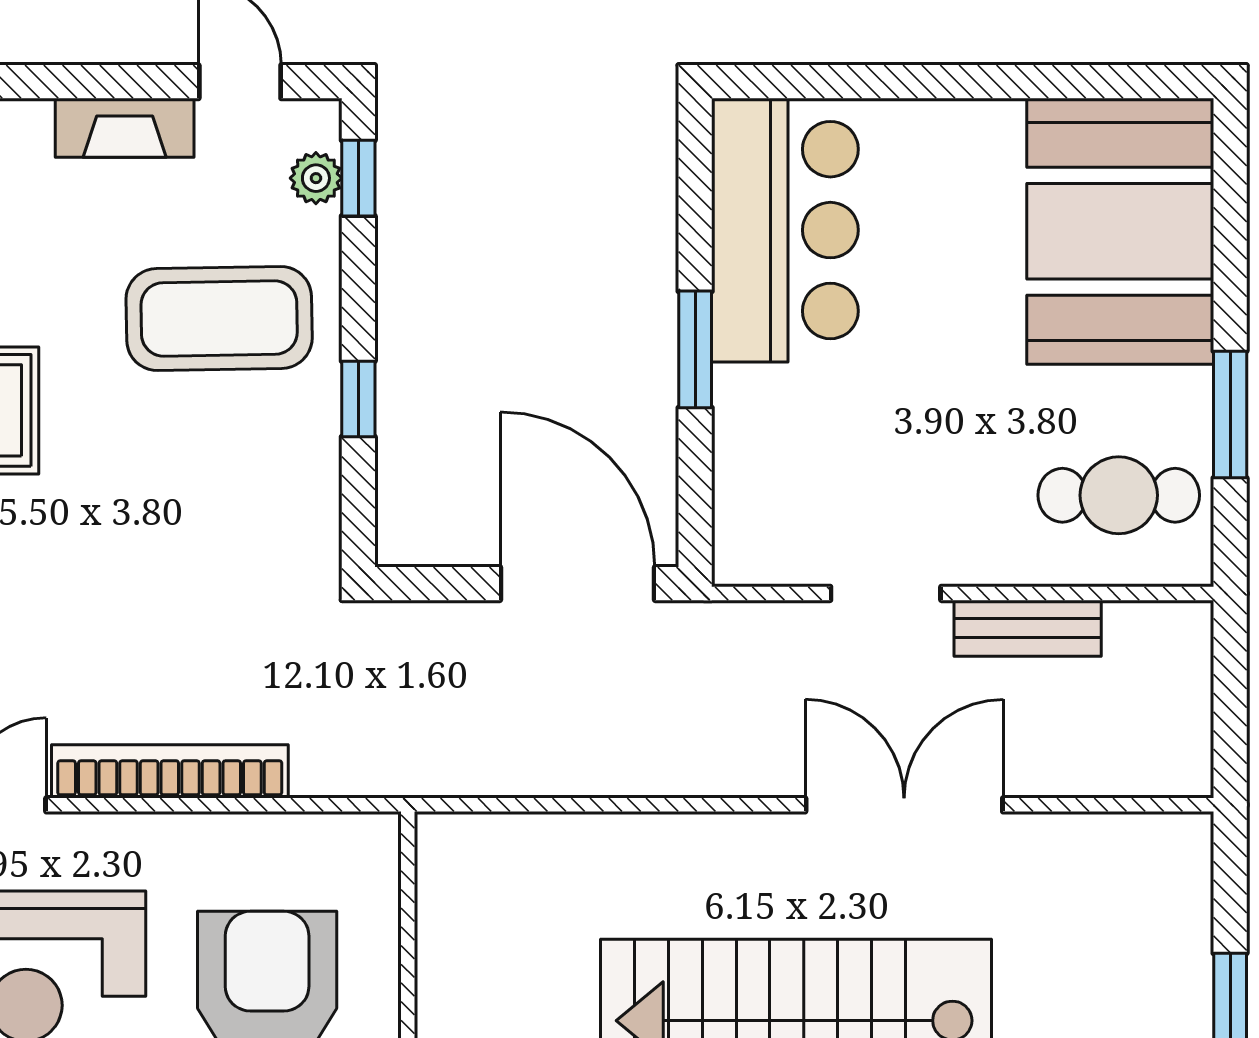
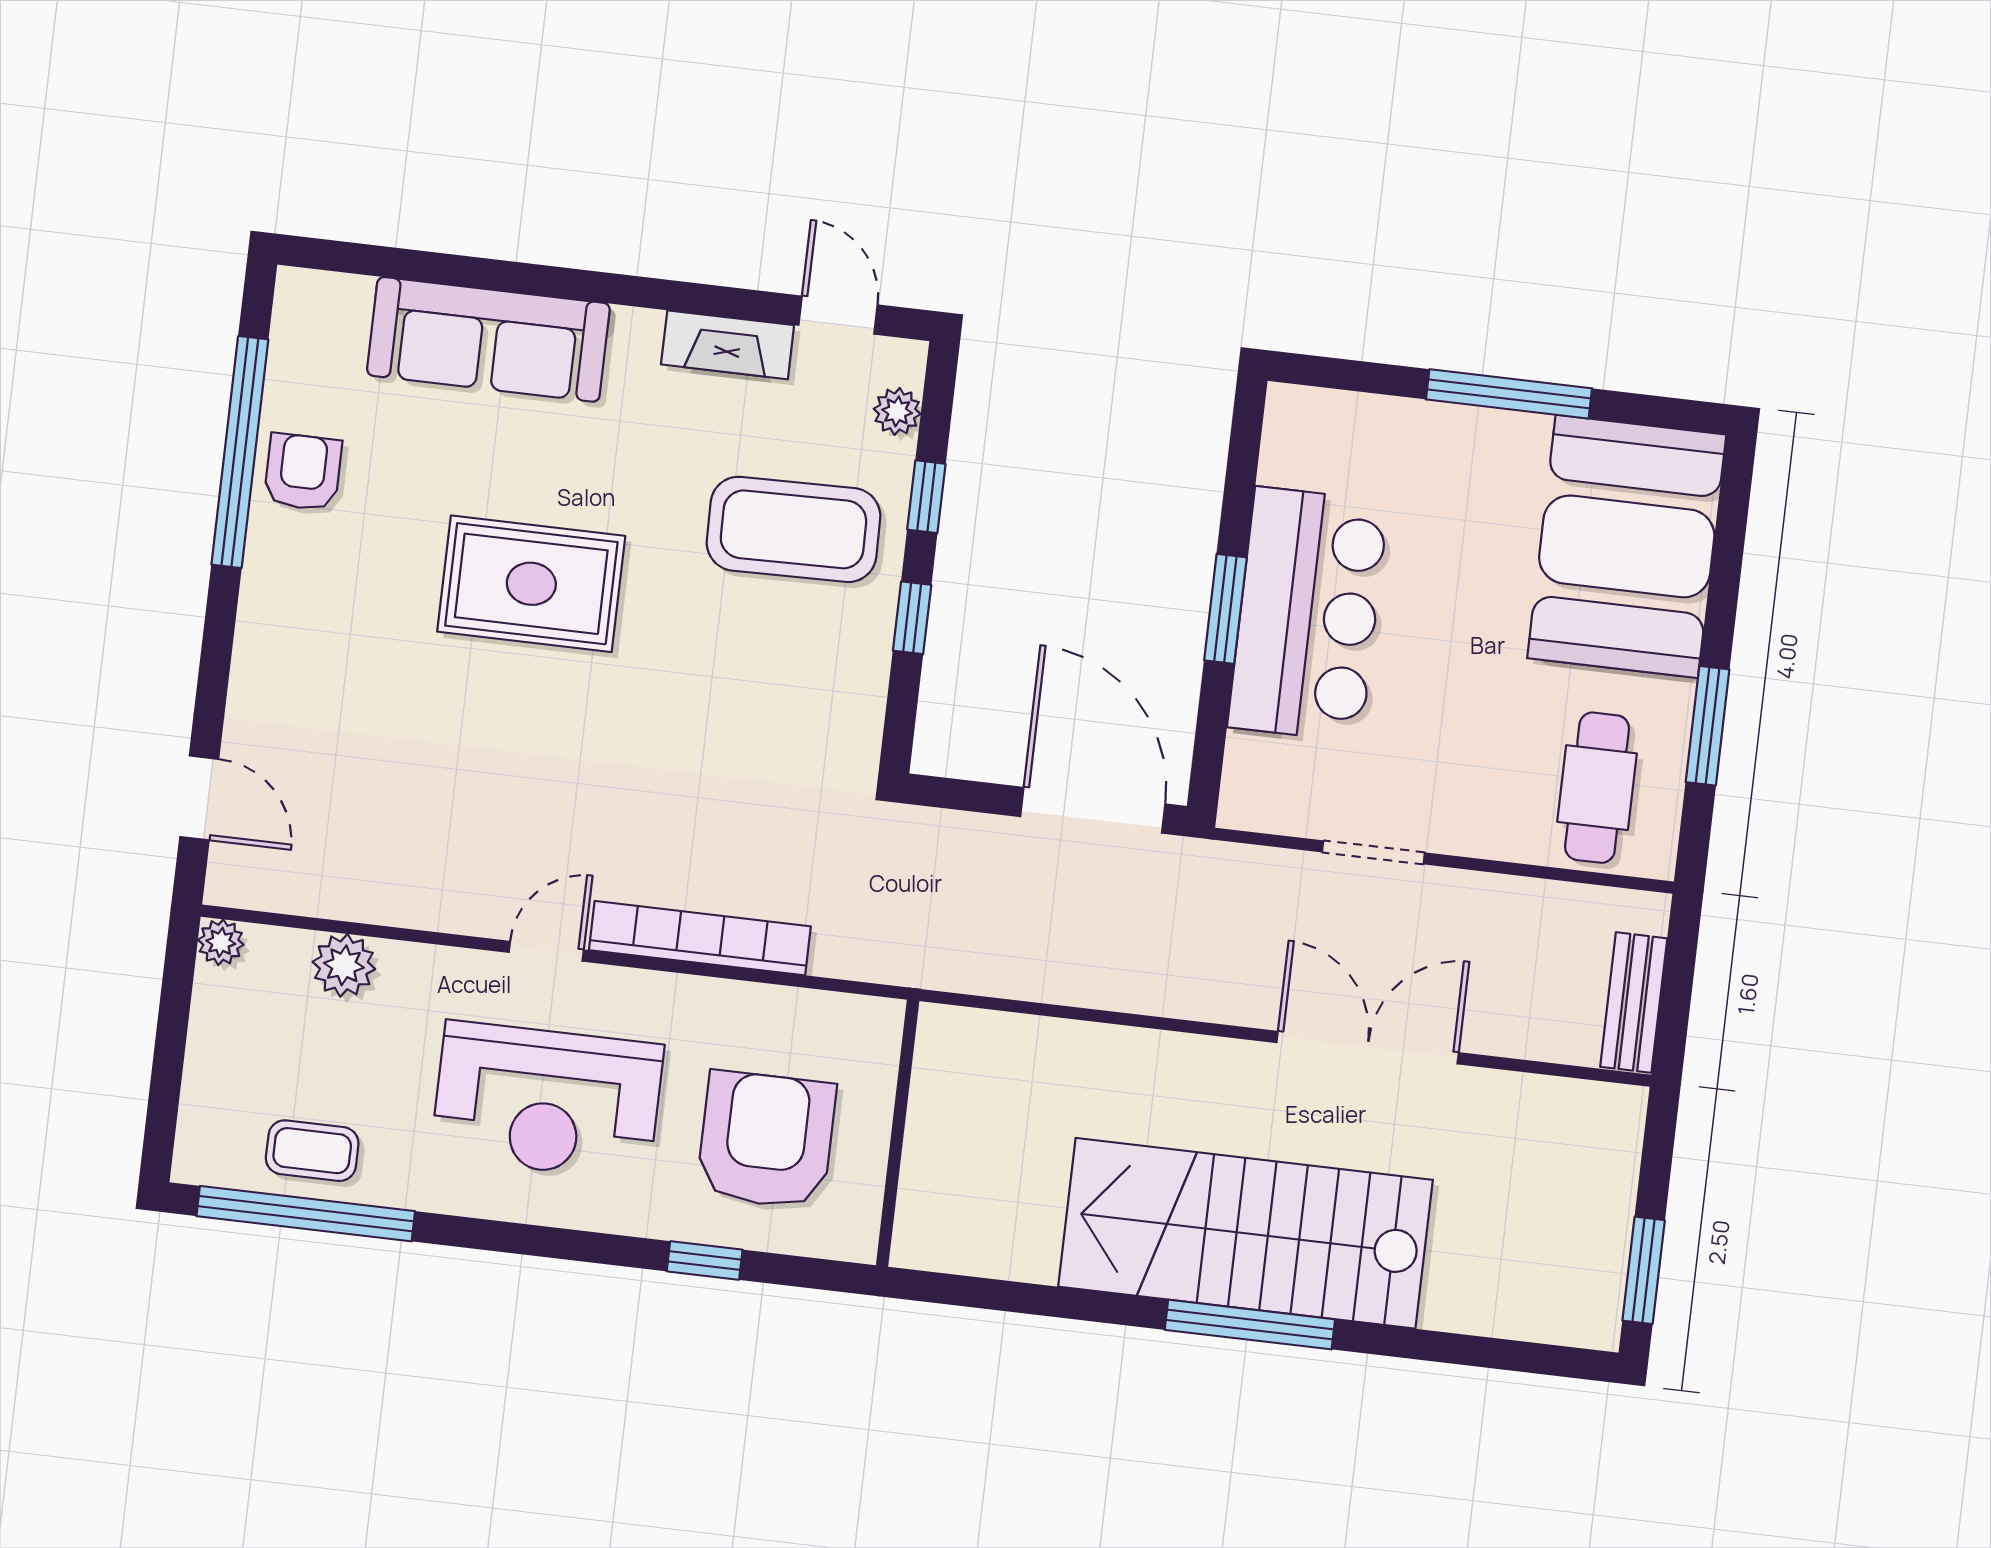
window: (974, 82) -> (1509, 394), added
window: (358, 178) -> (926, 497), moved
bar counter: (785, 230) -> (1308, 614), moved
cafe table: (1119, 495) -> (1597, 788), turned 90
bench: (1028, 628) -> (1634, 1003), moved, turned 90

